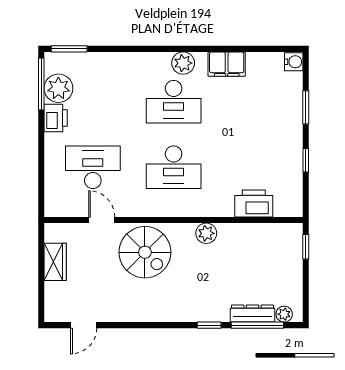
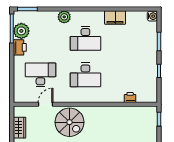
plant: (183, 63) -> (64, 17), moved
printer: (254, 204) -> (130, 98), width x0.53, depth x0.68
door: (102, 220) -> (45, 104), hinge flipped
plant: (206, 233) -> (104, 112), removed

